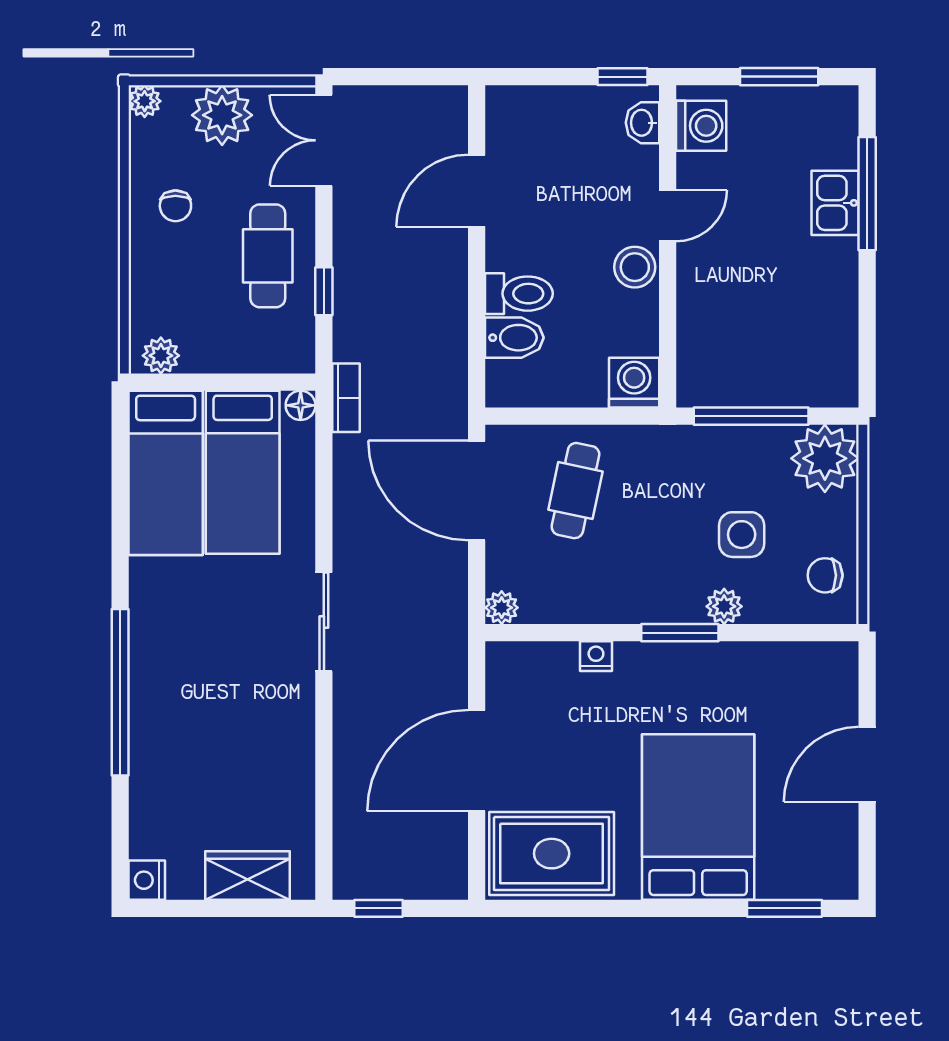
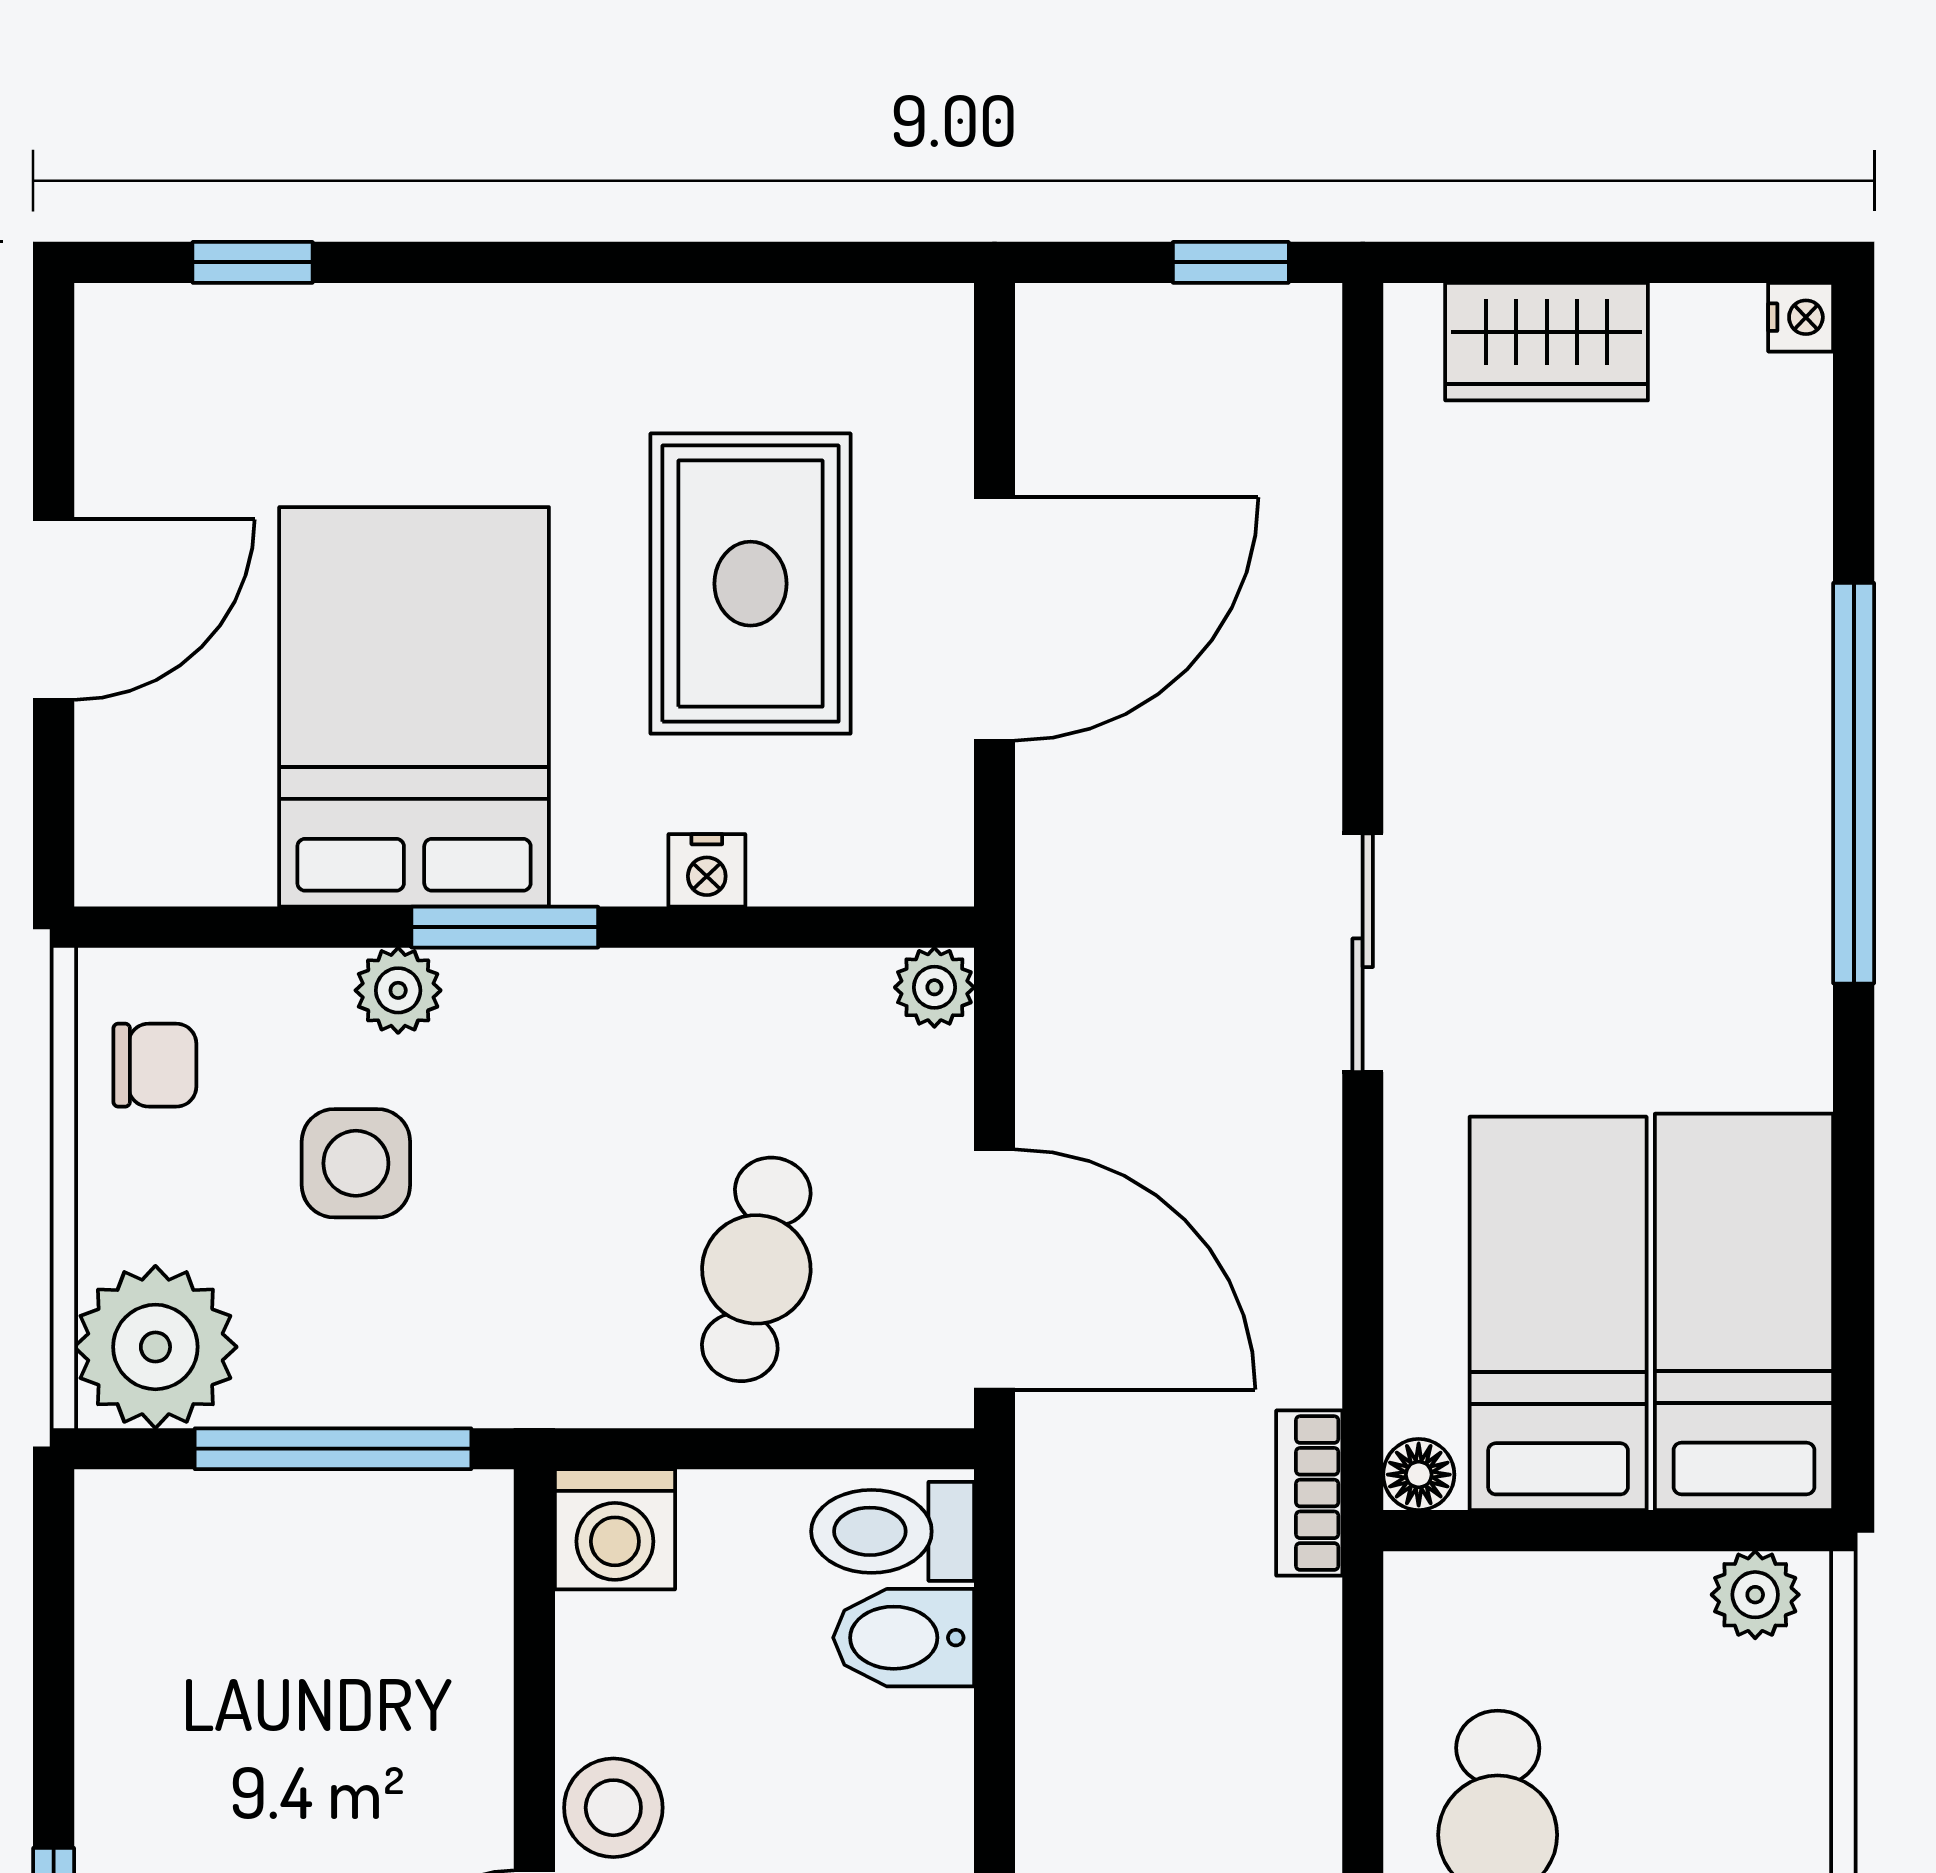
window: (324, 291) -> (1363, 1750), removed
toilet: (519, 294) -> (893, 1531), moved
bed: (698, 817) -> (414, 707), moved, turned 180
rug: (552, 854) -> (750, 584), moved, turned 90
nightstand: (147, 880) -> (1801, 317), width x0.72, depth x0.74
window: (785, 908) -> (253, 262), width x0.67

